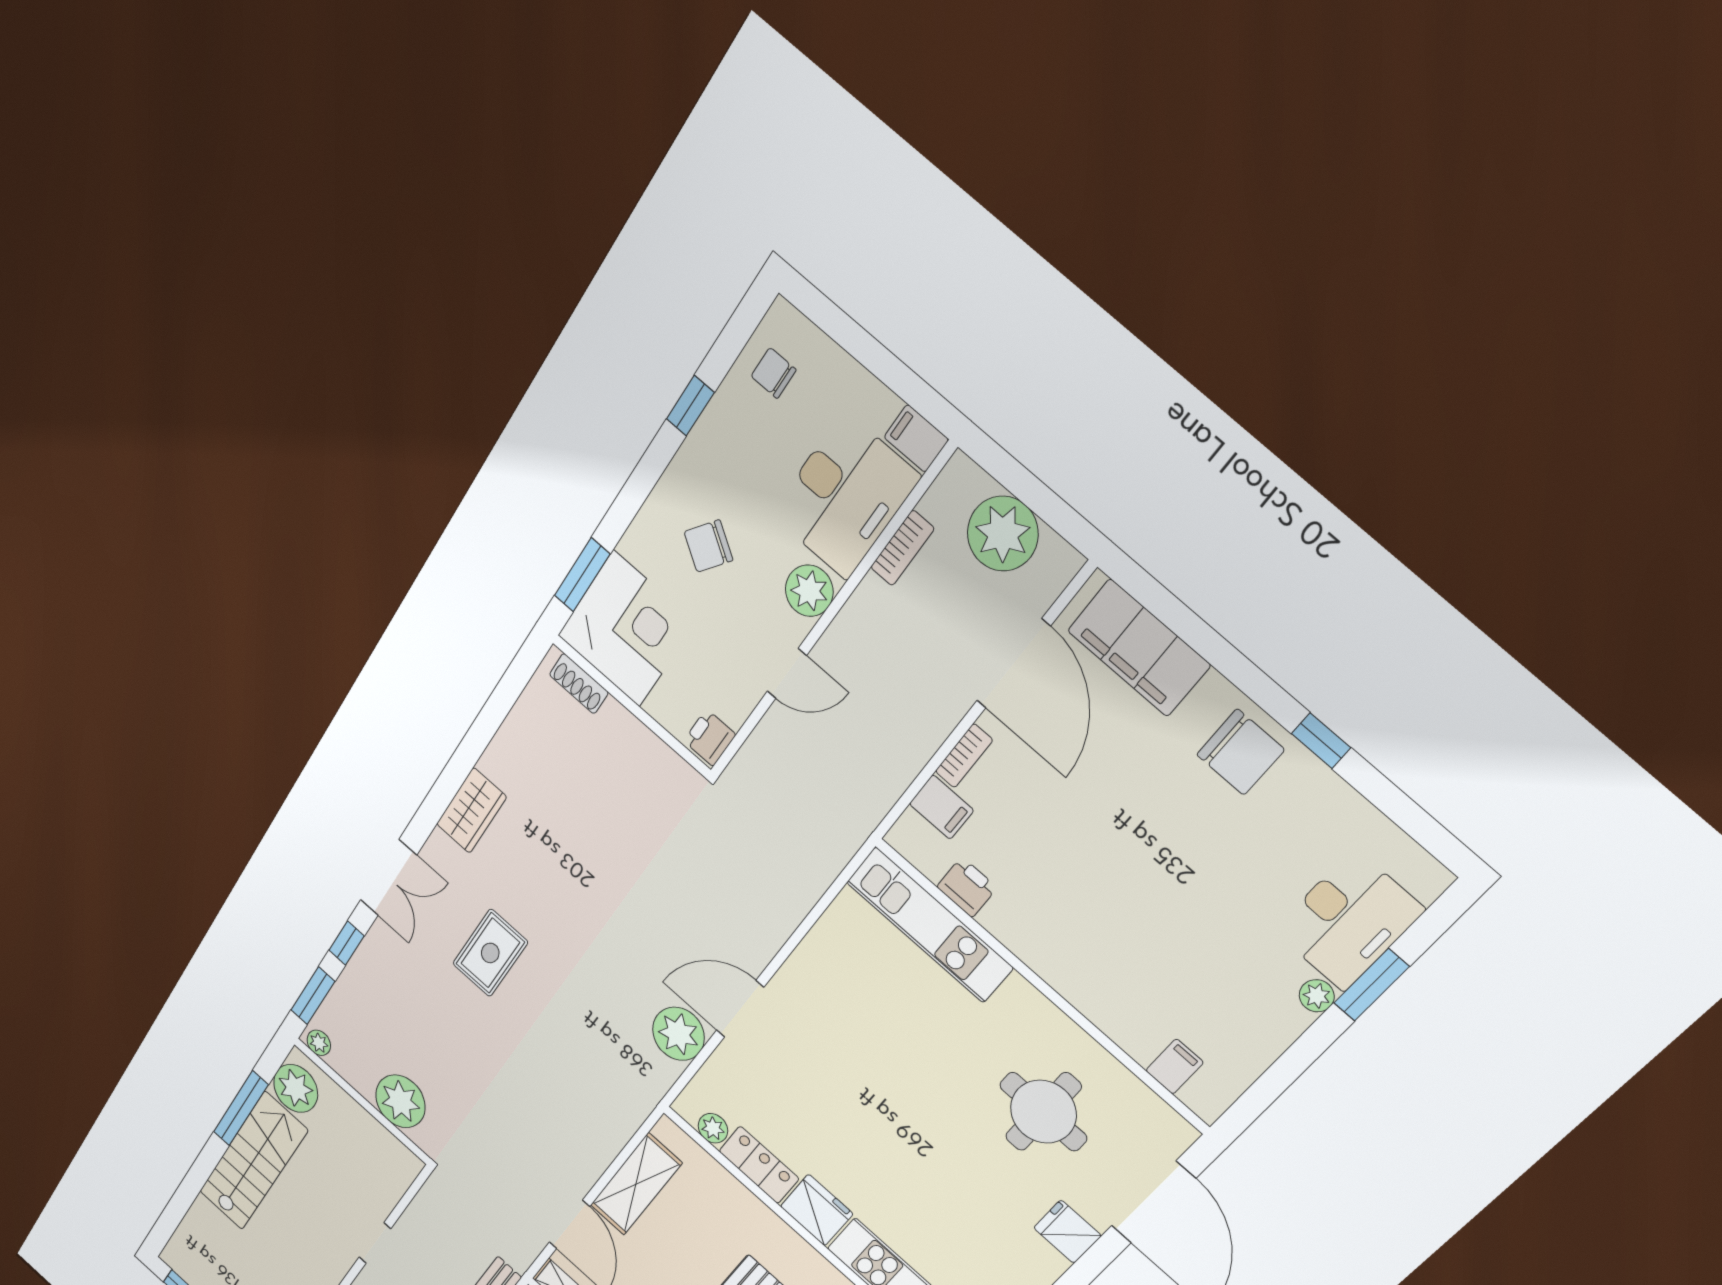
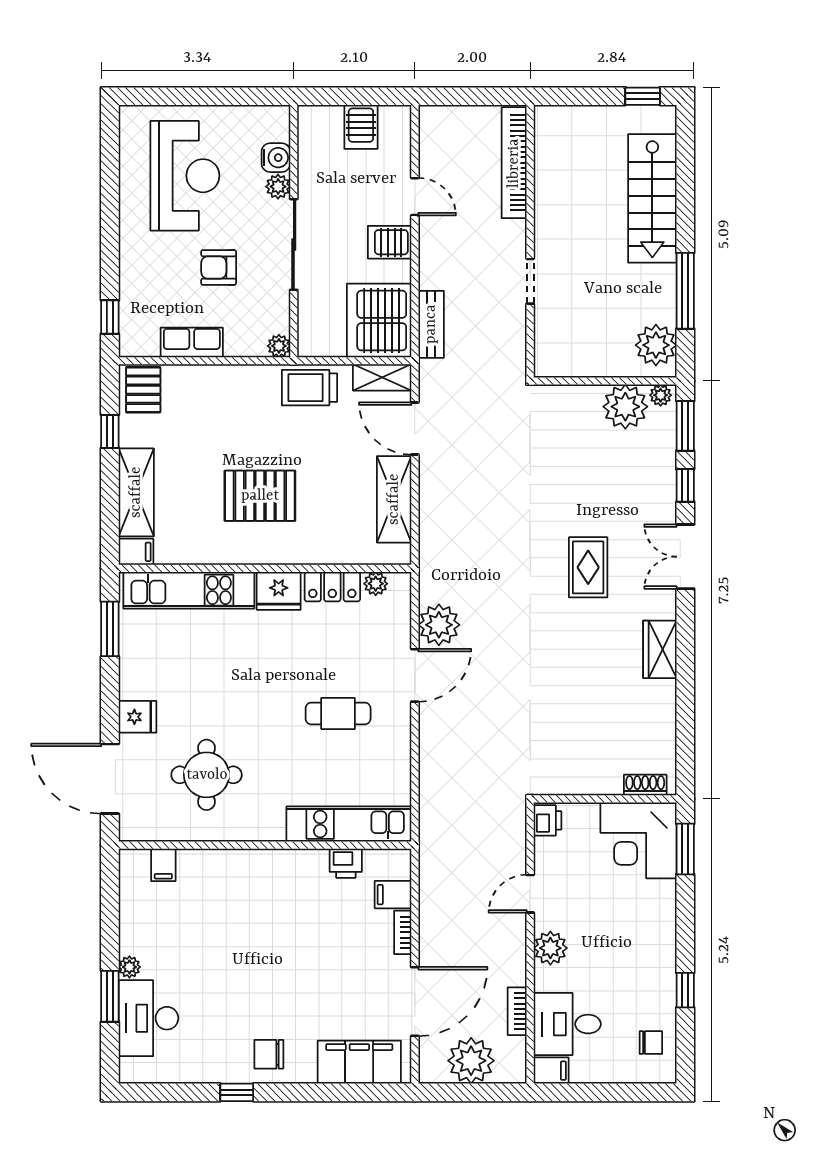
desk: (845, 496) -> (567, 1024), width x0.73
chair: (708, 546) -> (623, 925), removed
door: (1013, 664) -> (415, 1002), swing flipped
chair: (1241, 752) -> (269, 1054), width x0.73, depth x0.73
cafe table: (850, 1044) -> (338, 713), added
plant: (400, 1101) -> (625, 407), moved
stairs: (253, 1161) -> (652, 198), moved

